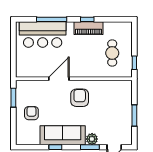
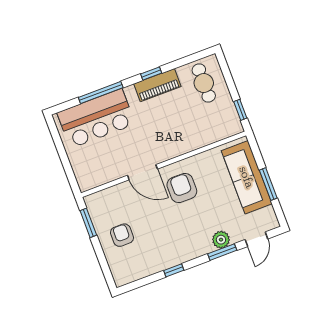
cafe table: (112, 53) -> (204, 83), moved
door: (59, 79) -> (142, 172), swing flipped
sofa: (63, 135) -> (247, 177), moved, turned -90

